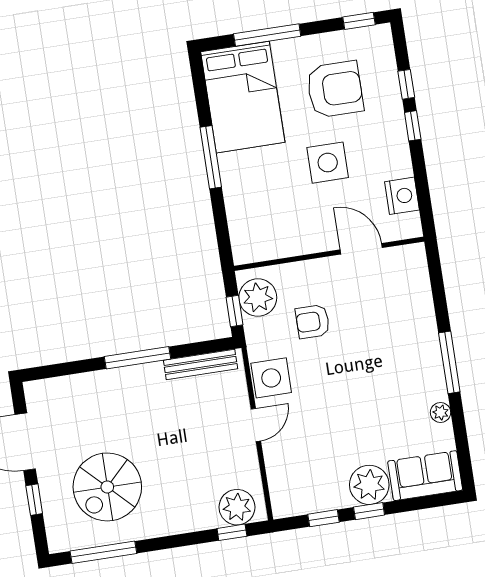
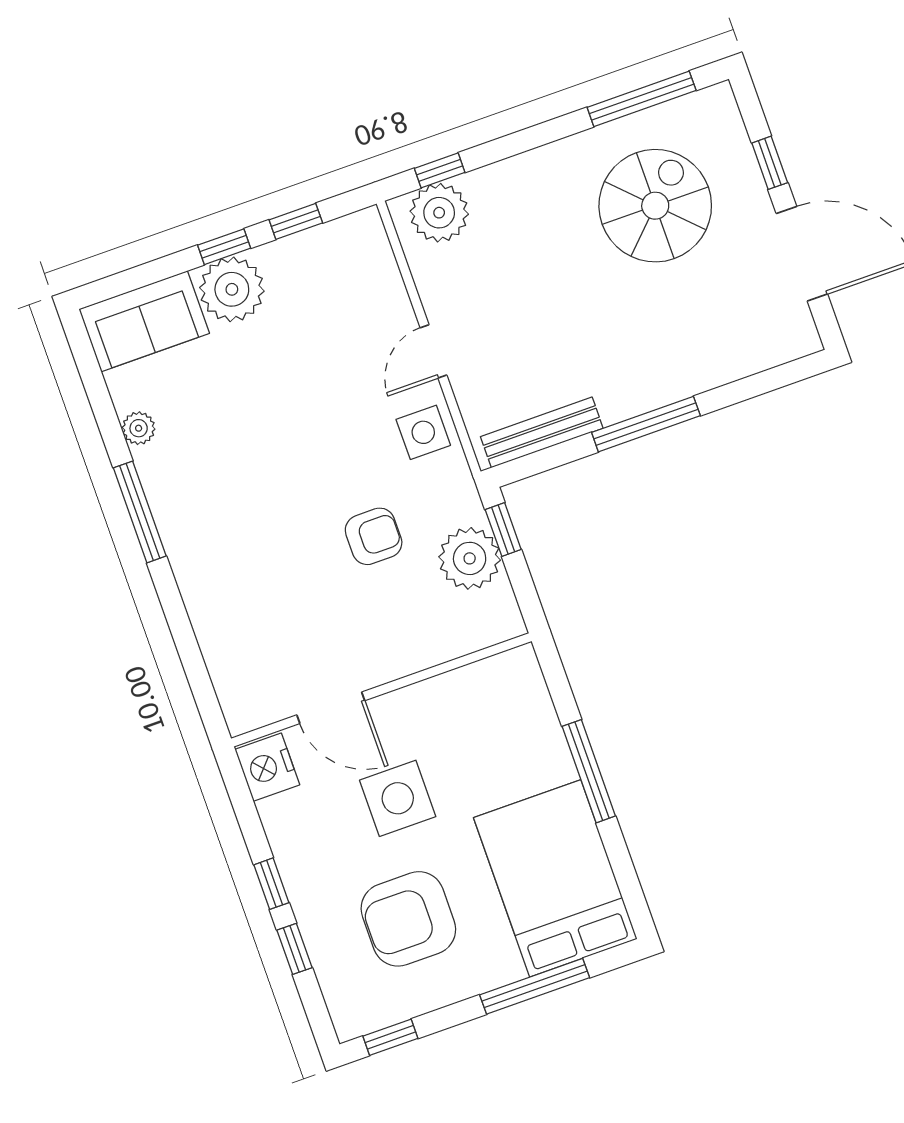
door: (361, 249) -> (331, 708), moved
wall: (329, 254) -> (381, 690), moved
side table: (271, 378) -> (423, 432), width x0.73, depth x0.73

